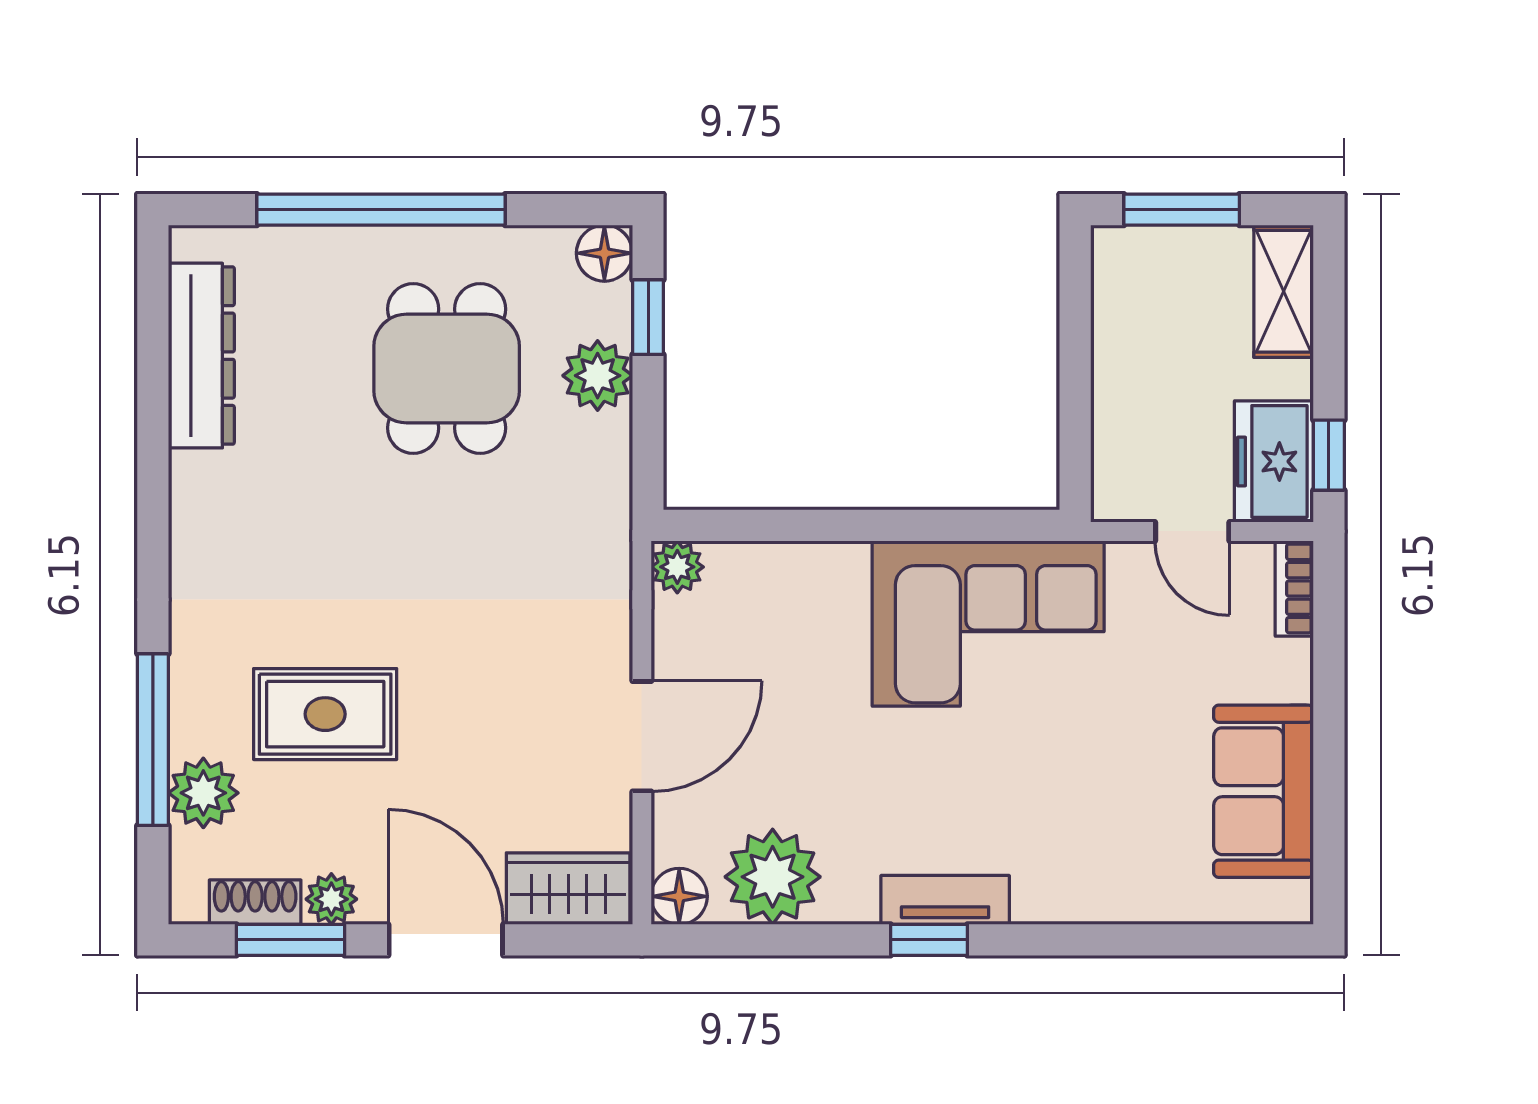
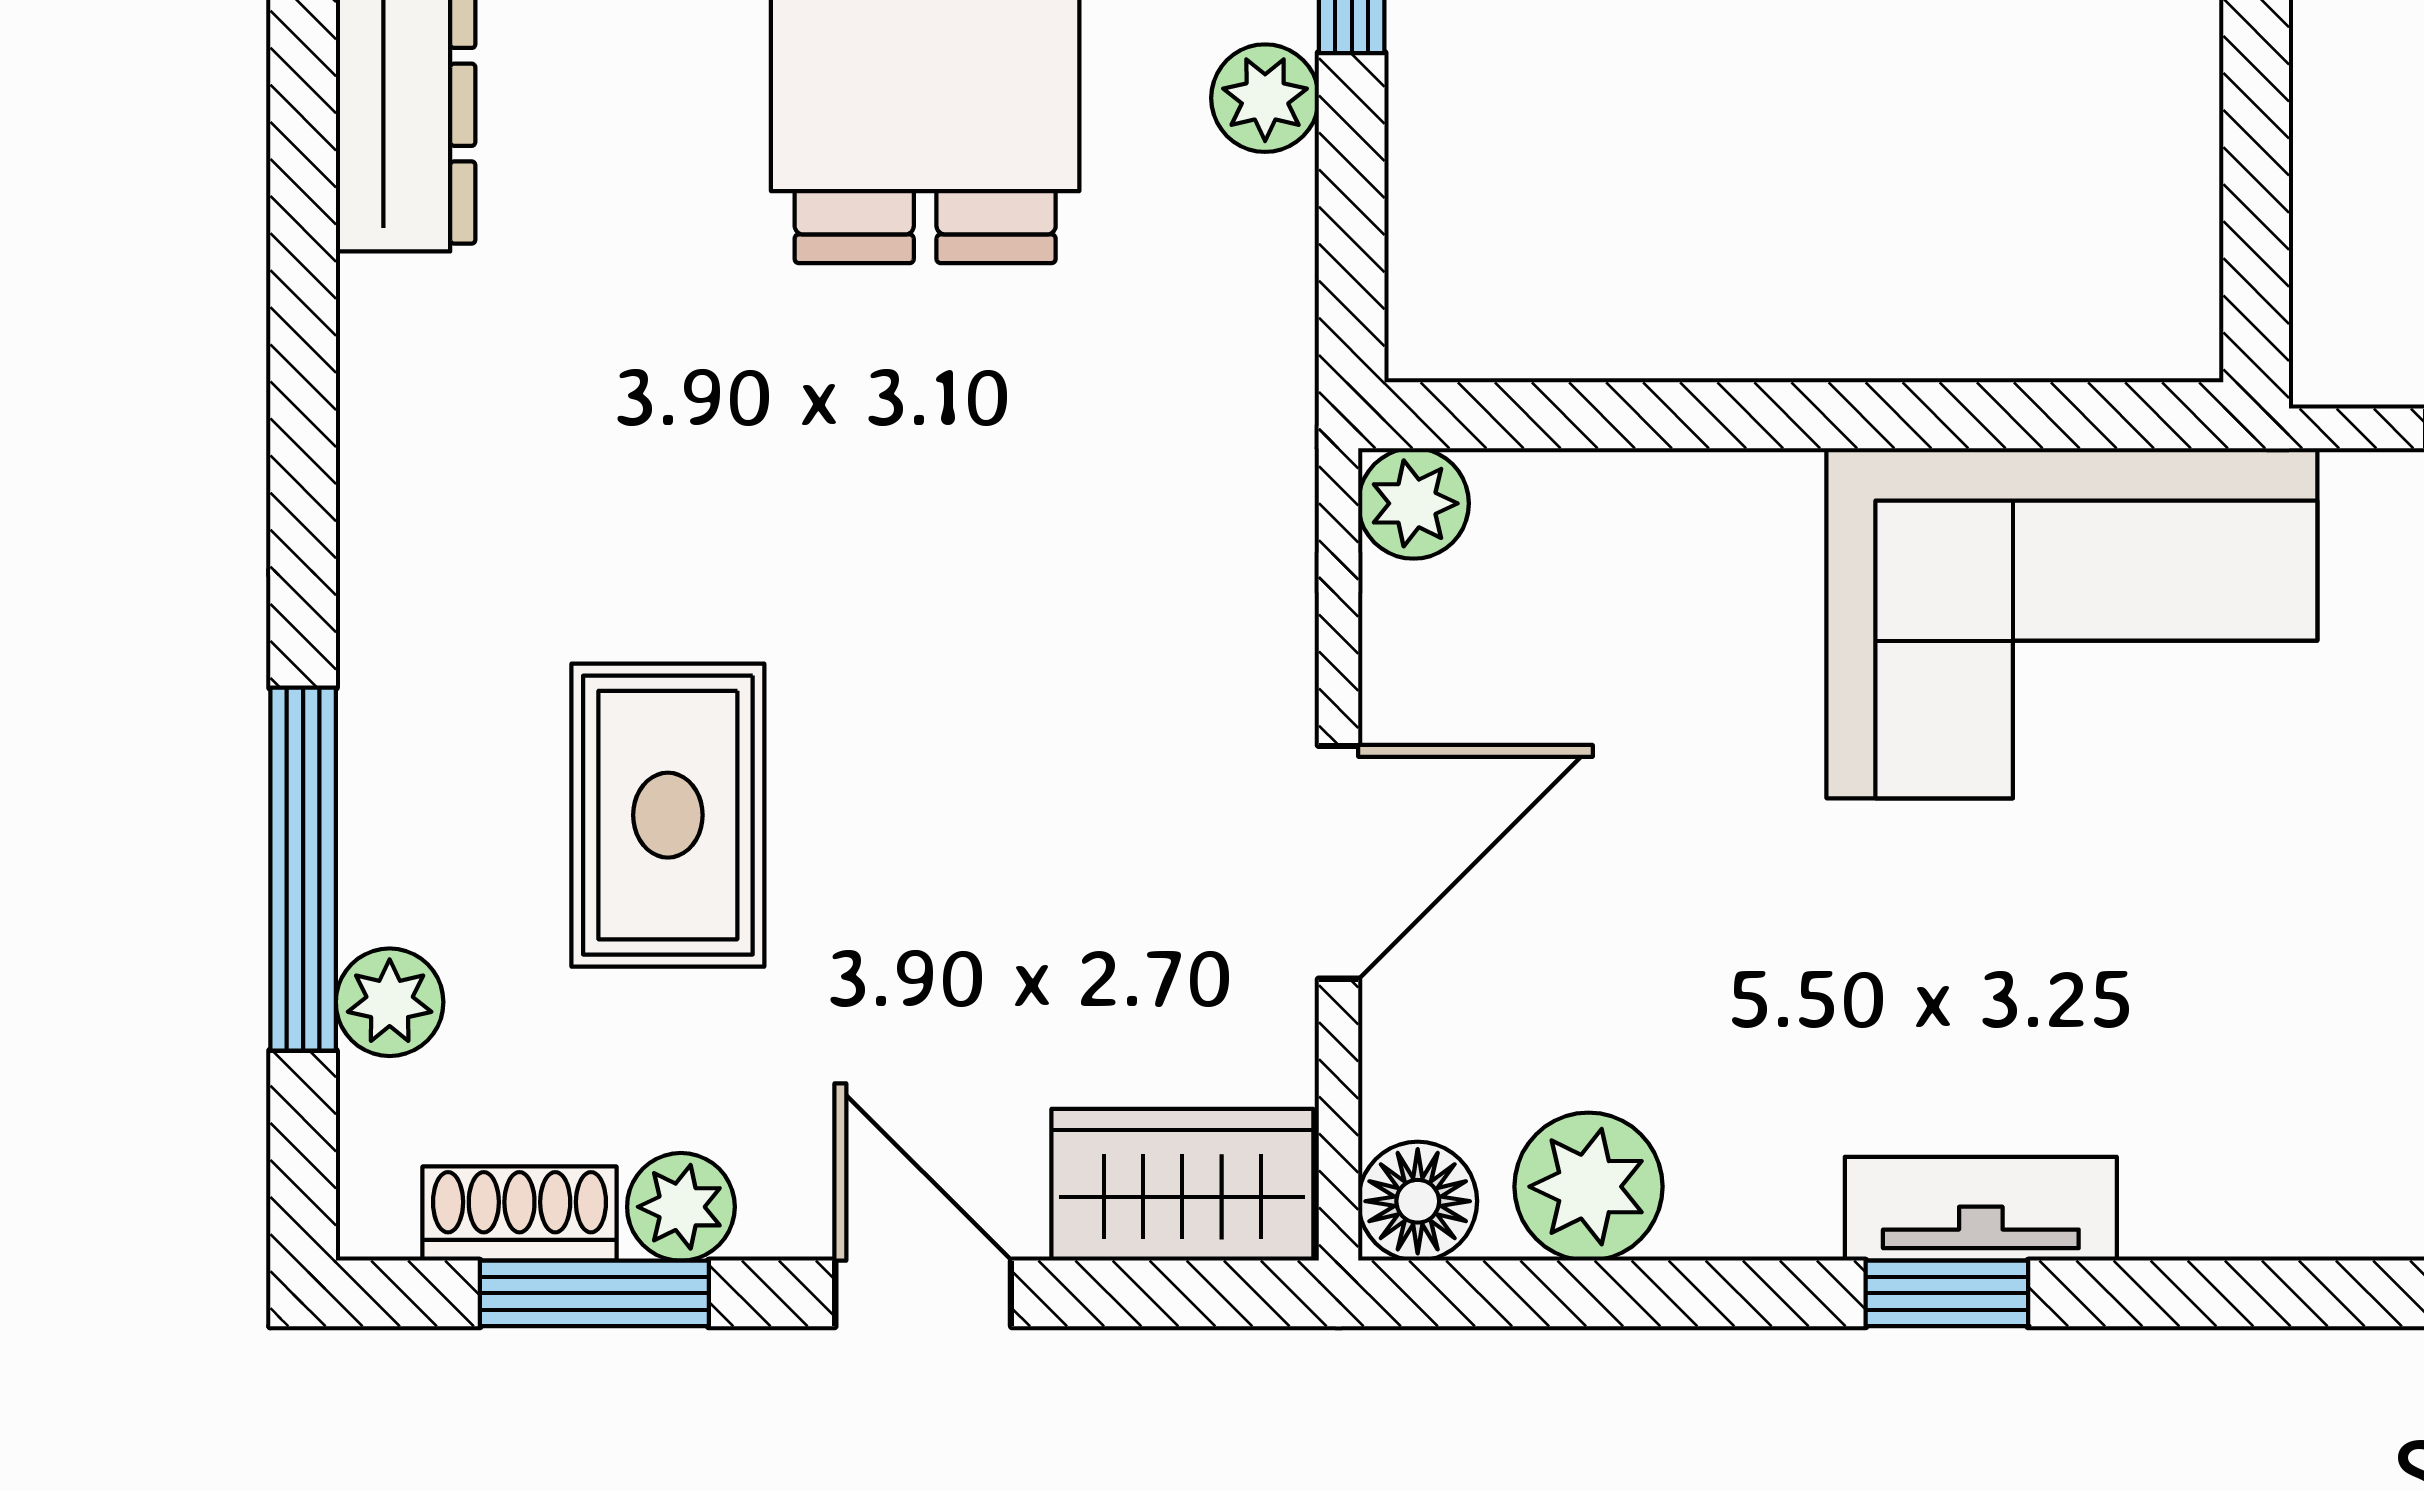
plant: (598, 376) -> (1265, 98), width x0.73, depth x0.73
rug: (325, 714) -> (668, 815), turned 90
plant: (203, 793) -> (390, 1002), width x0.73, depth x0.73
plant: (773, 877) -> (1588, 1187), width x0.73, depth x0.73
door: (446, 940) -> (923, 1293), width x0.73

